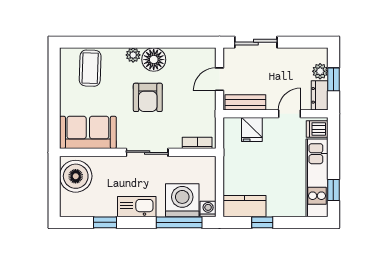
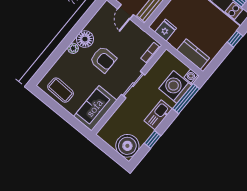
coffee table: (90, 68) -> (61, 90), moved
fridge: (252, 130) -> (166, 30), moved, turned -90
boiler: (76, 176) -> (127, 146), moved
kitchen counter: (245, 206) -> (193, 54), moved, turned 90
window: (262, 222) -> (235, 39), moved

